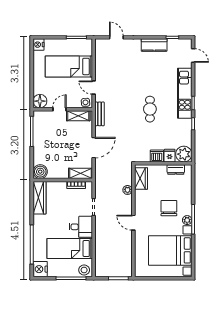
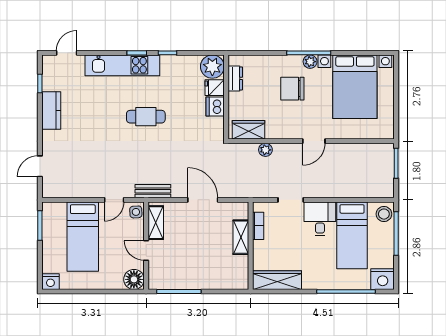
boiler: (40, 172) -> (238, 279), removed
shelving: (81, 173) -> (241, 237), moved

